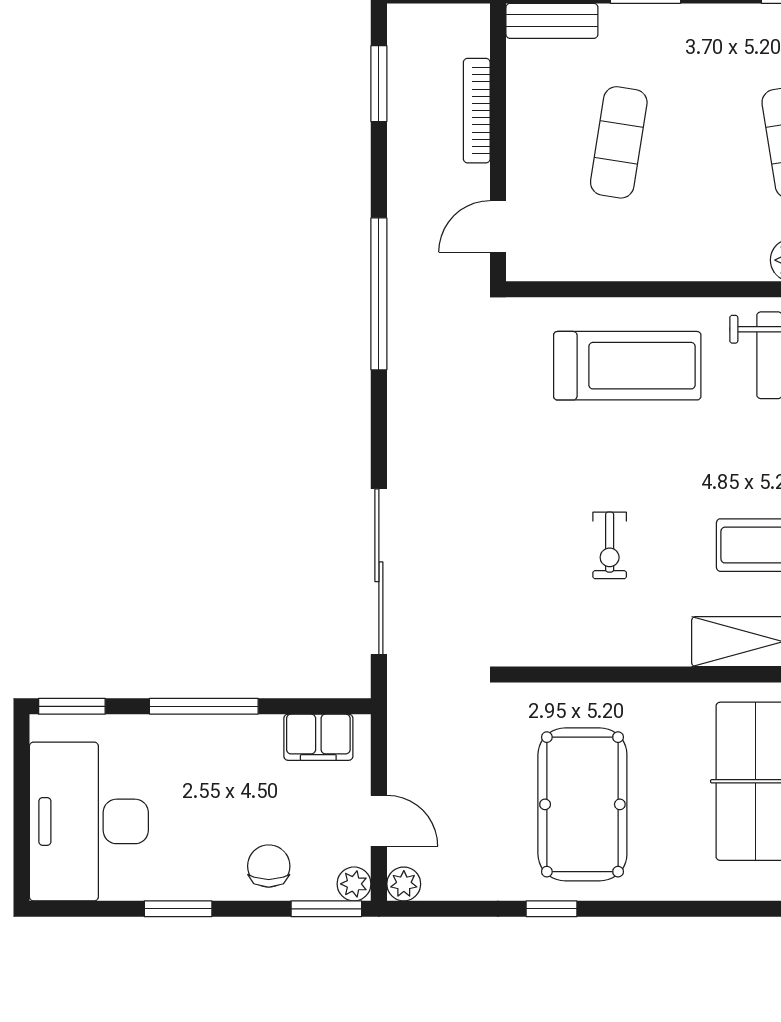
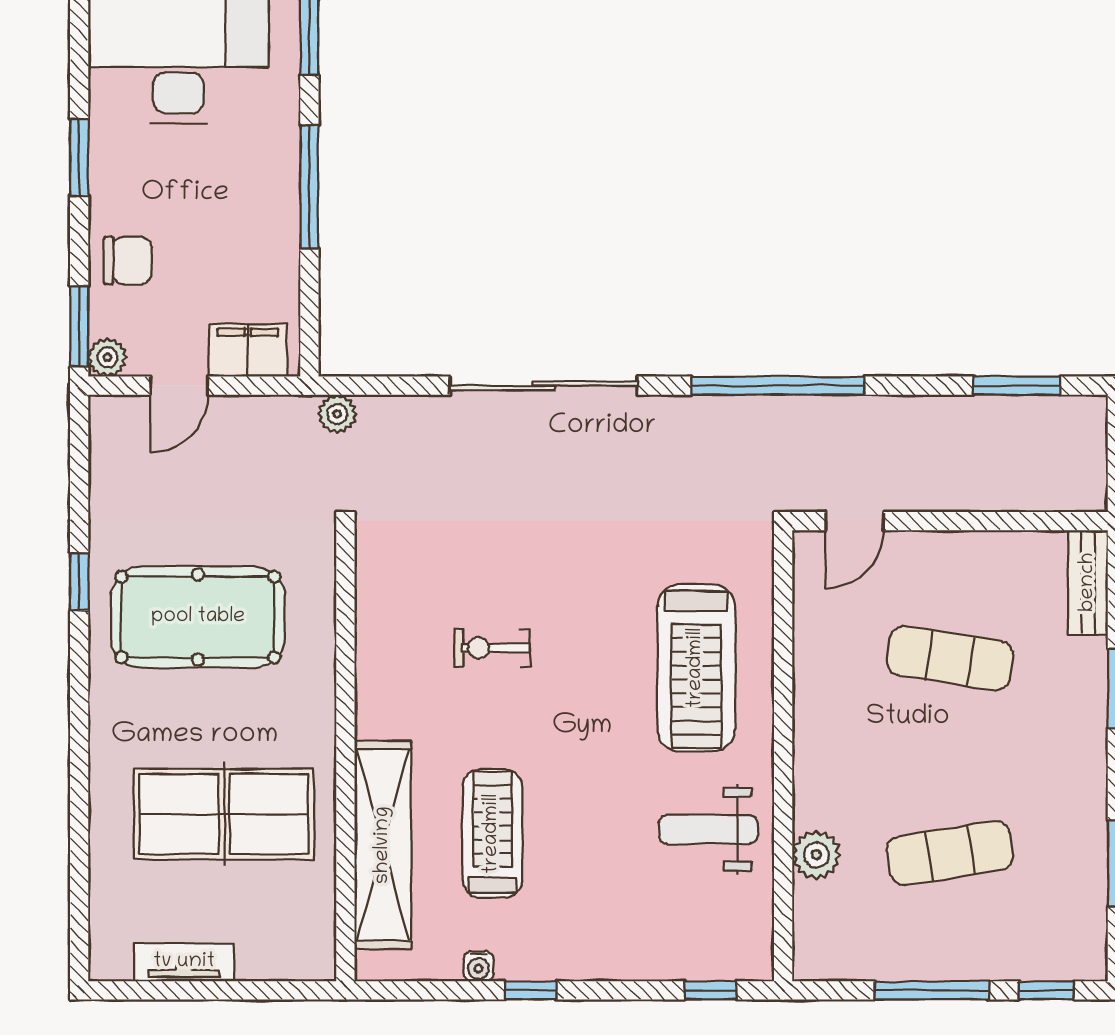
bookcase: (477, 111) -> (986, 497), removed
door: (498, 226) -> (855, 521), swing flipped
sliding door: (379, 572) -> (544, 386), moved
filing cabinet: (318, 737) -> (248, 351), moved, turned 90
plant: (404, 884) -> (337, 414), moved

